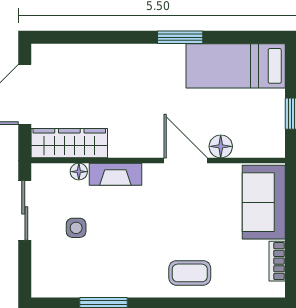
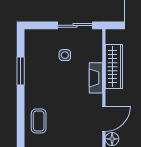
wardrobe: (69, 143) -> (114, 67), moved
floor lamp: (79, 172) -> (97, 57), removed

